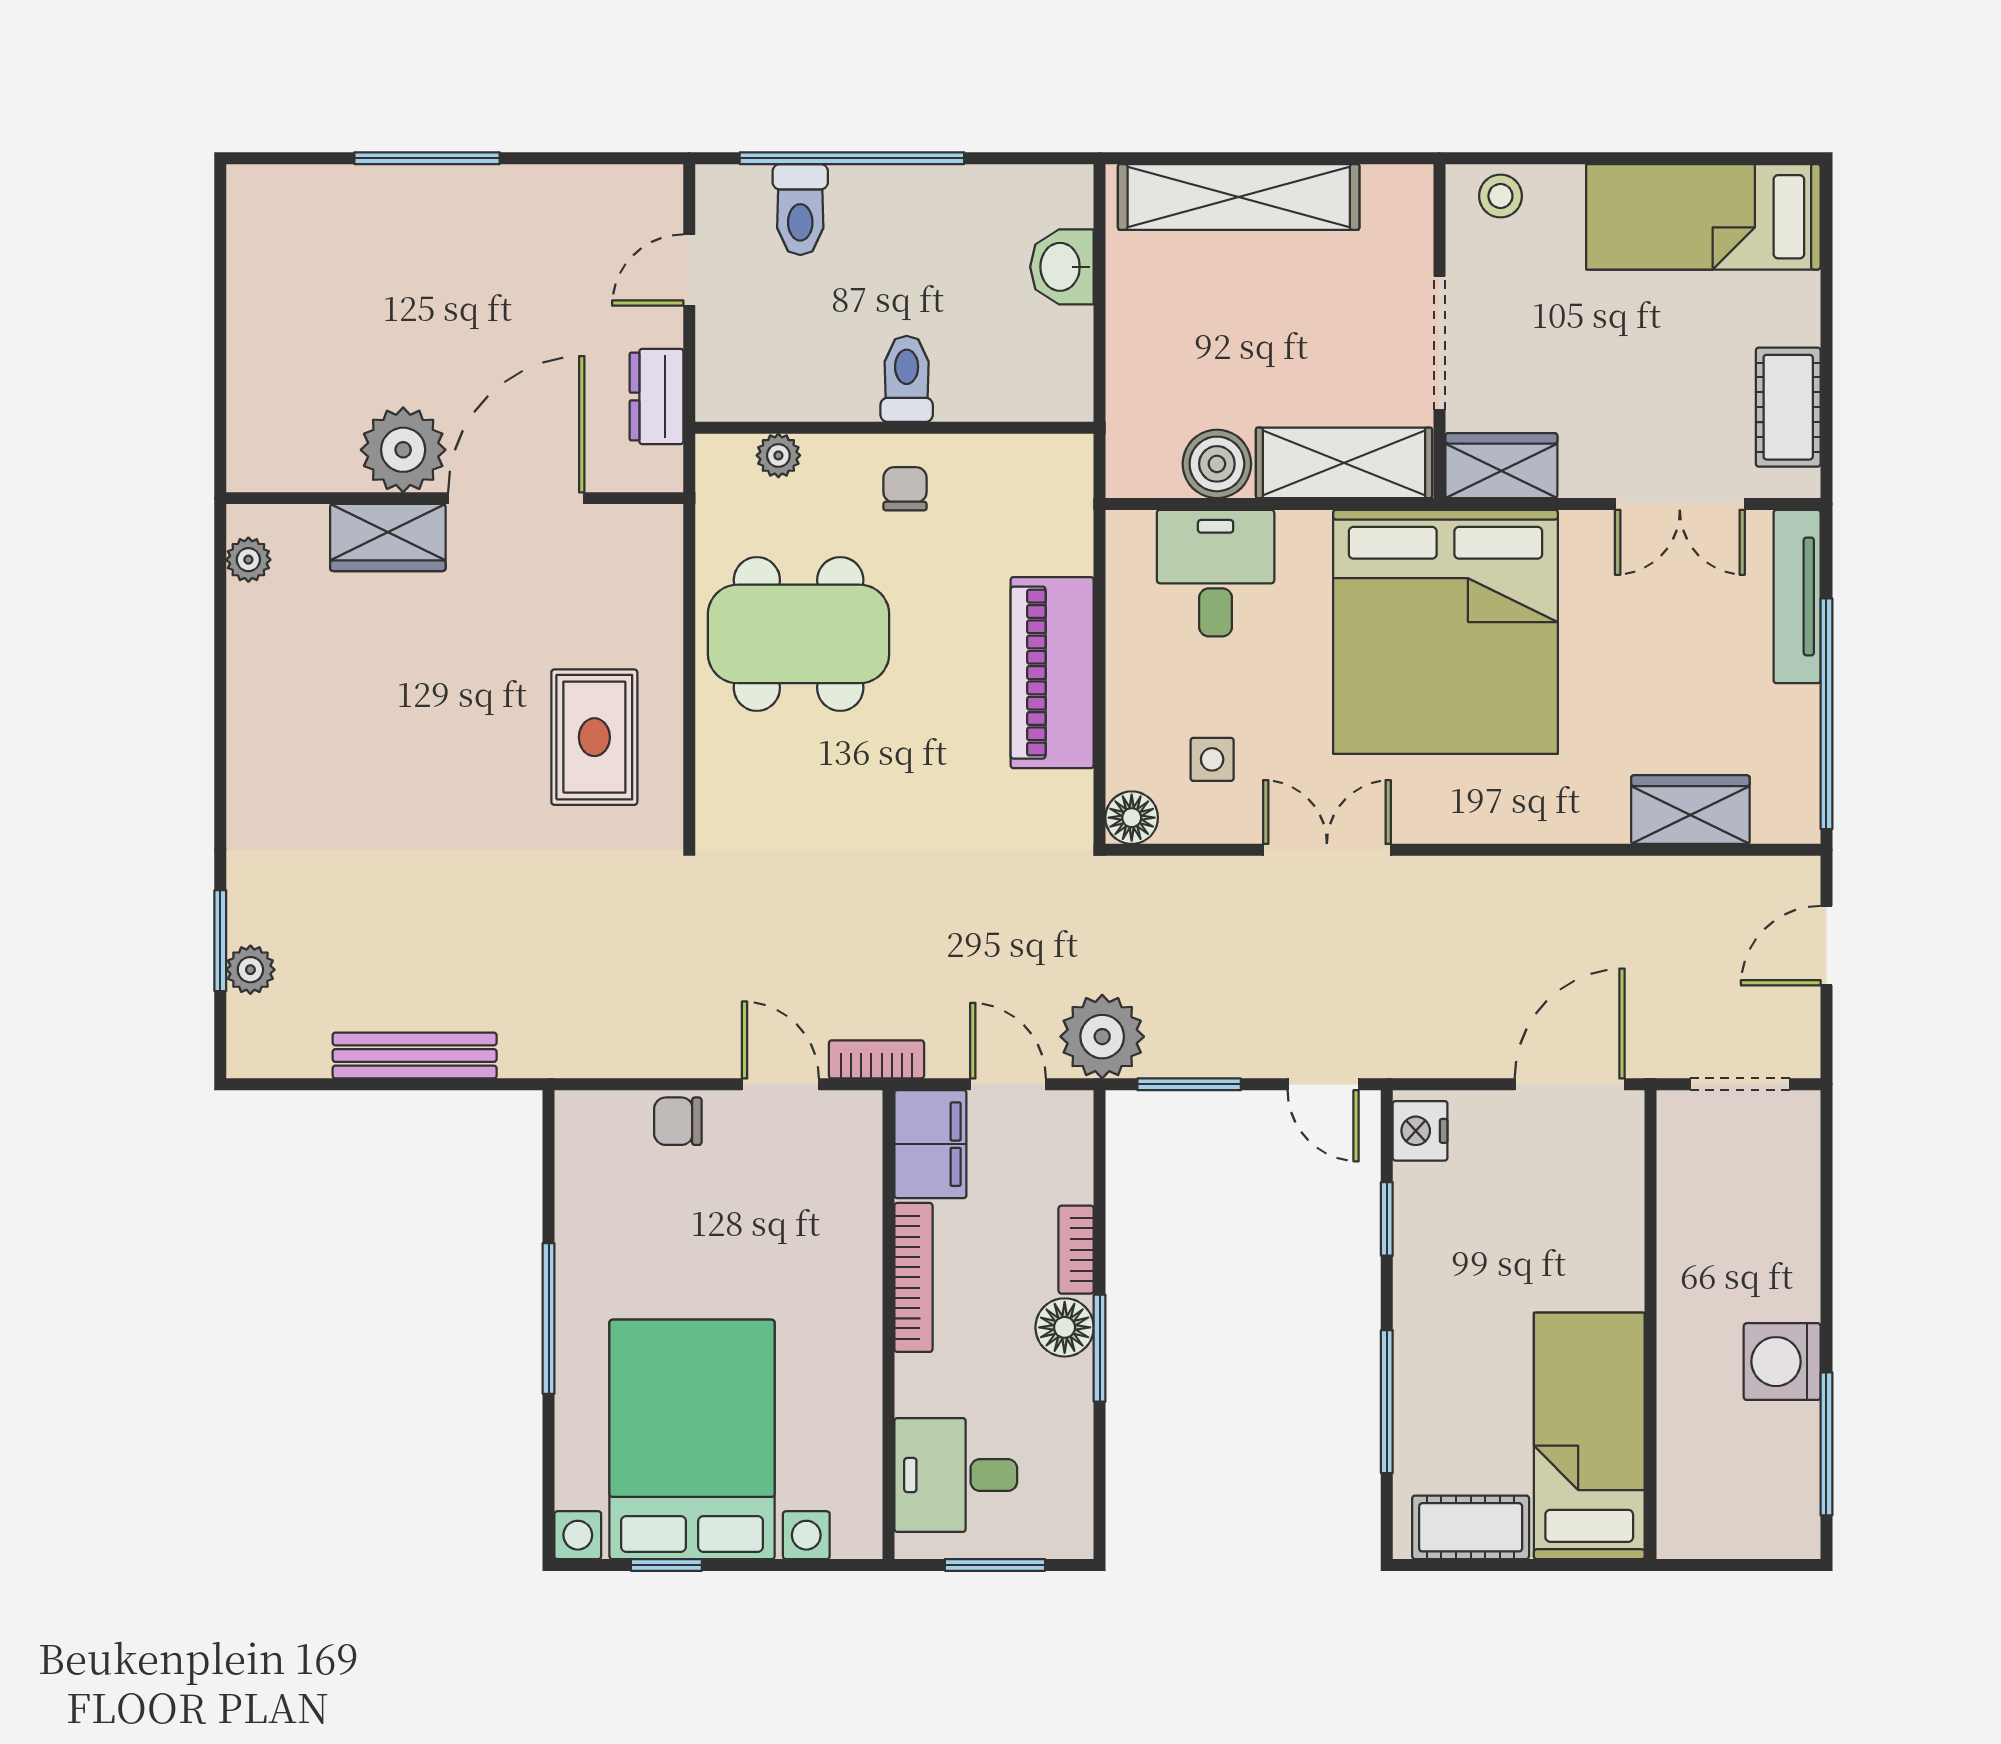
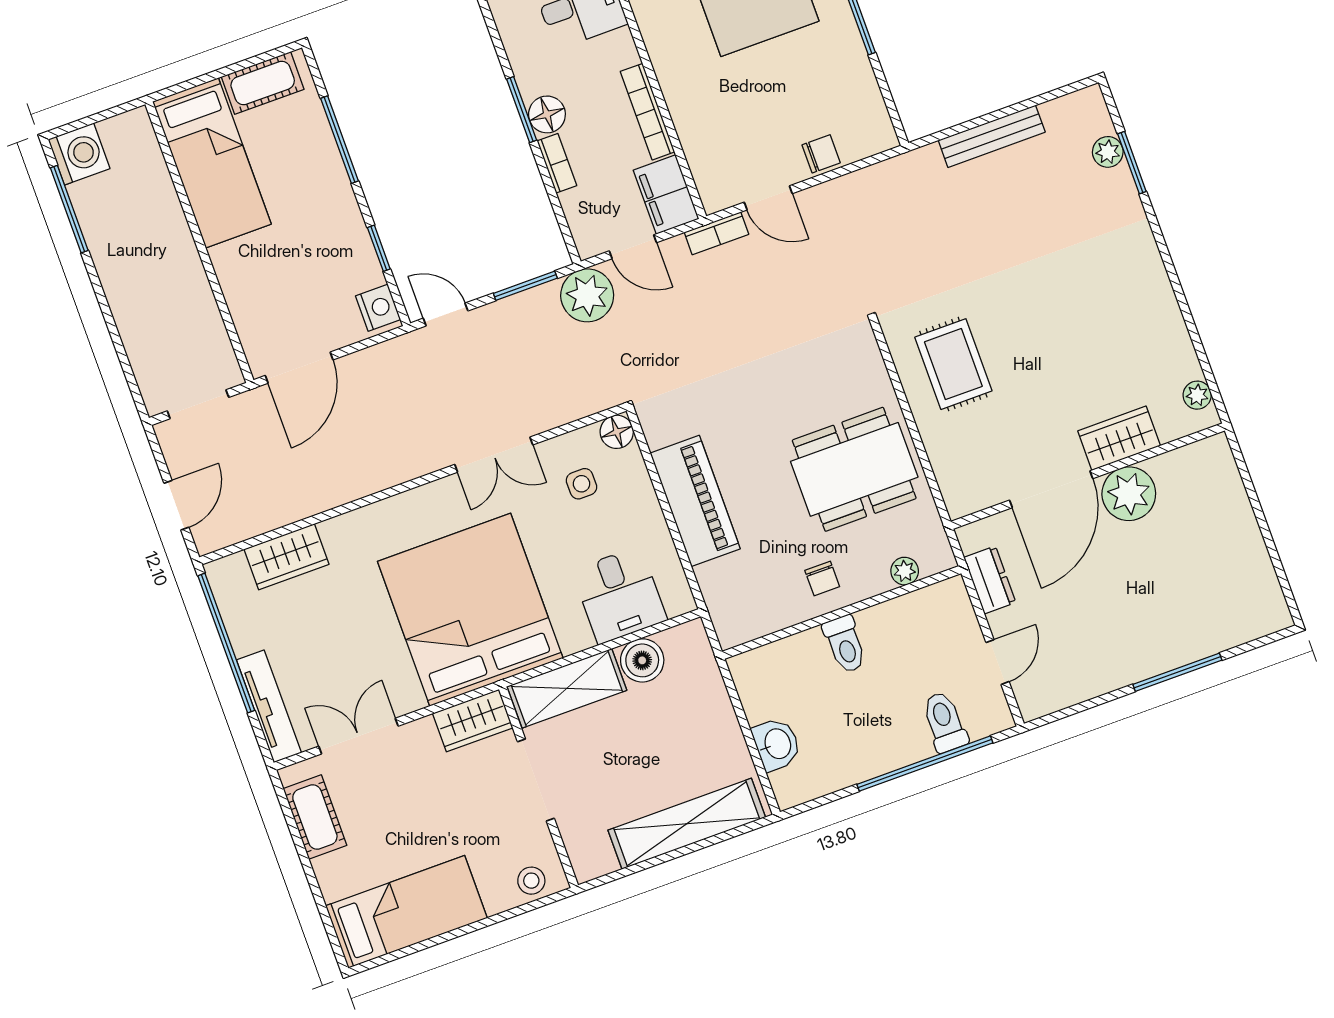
washing machine: (1782, 1362) -> (79, 154), moved

